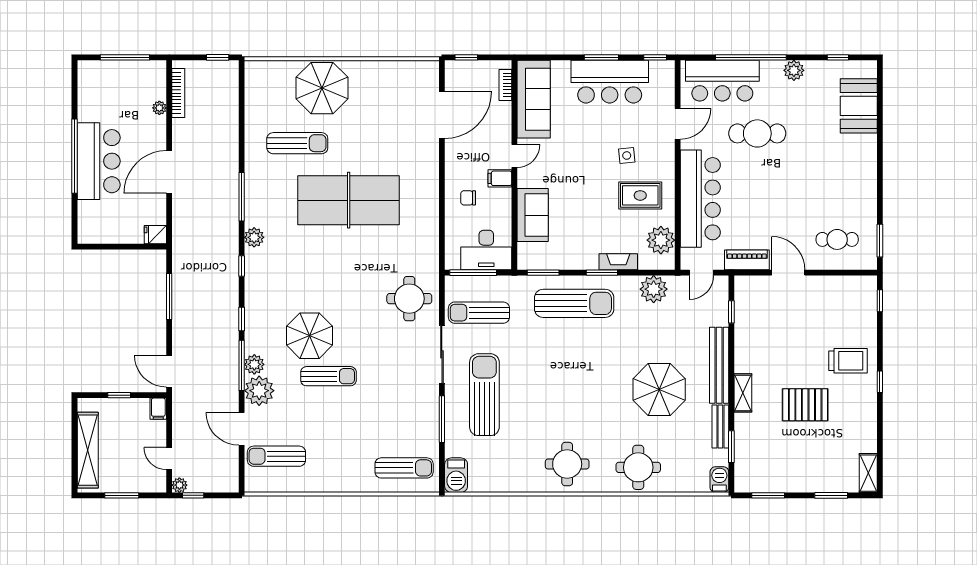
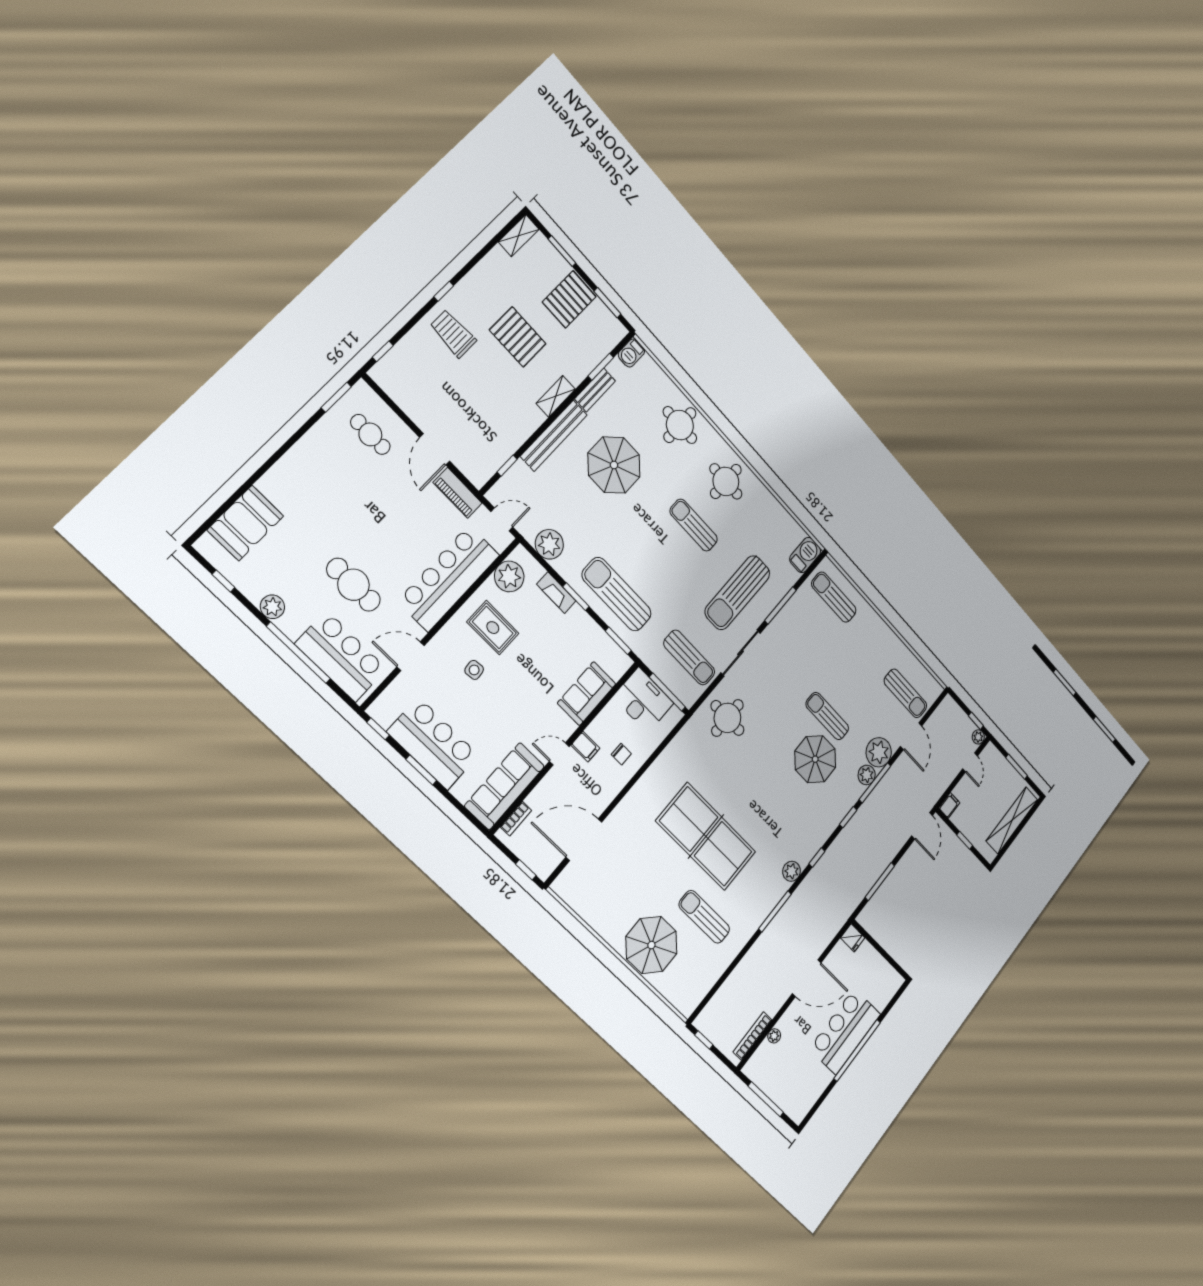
sun lounger: (562, 408) -> (694, 525), added
pallet: (796, 468) -> (569, 299), added

